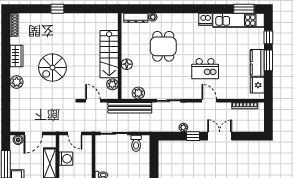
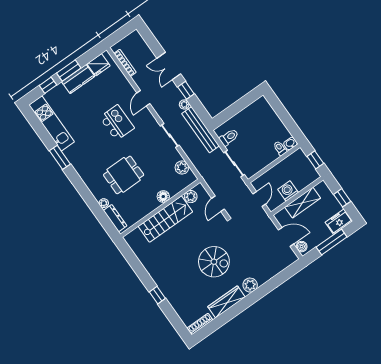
window: (244, 9) -> (60, 157), moved
dishwasher: (205, 19) -> (72, 154), removed
wardrobe: (16, 56) -> (227, 302), width x1.50
bench: (130, 108) -> (201, 130), moved

